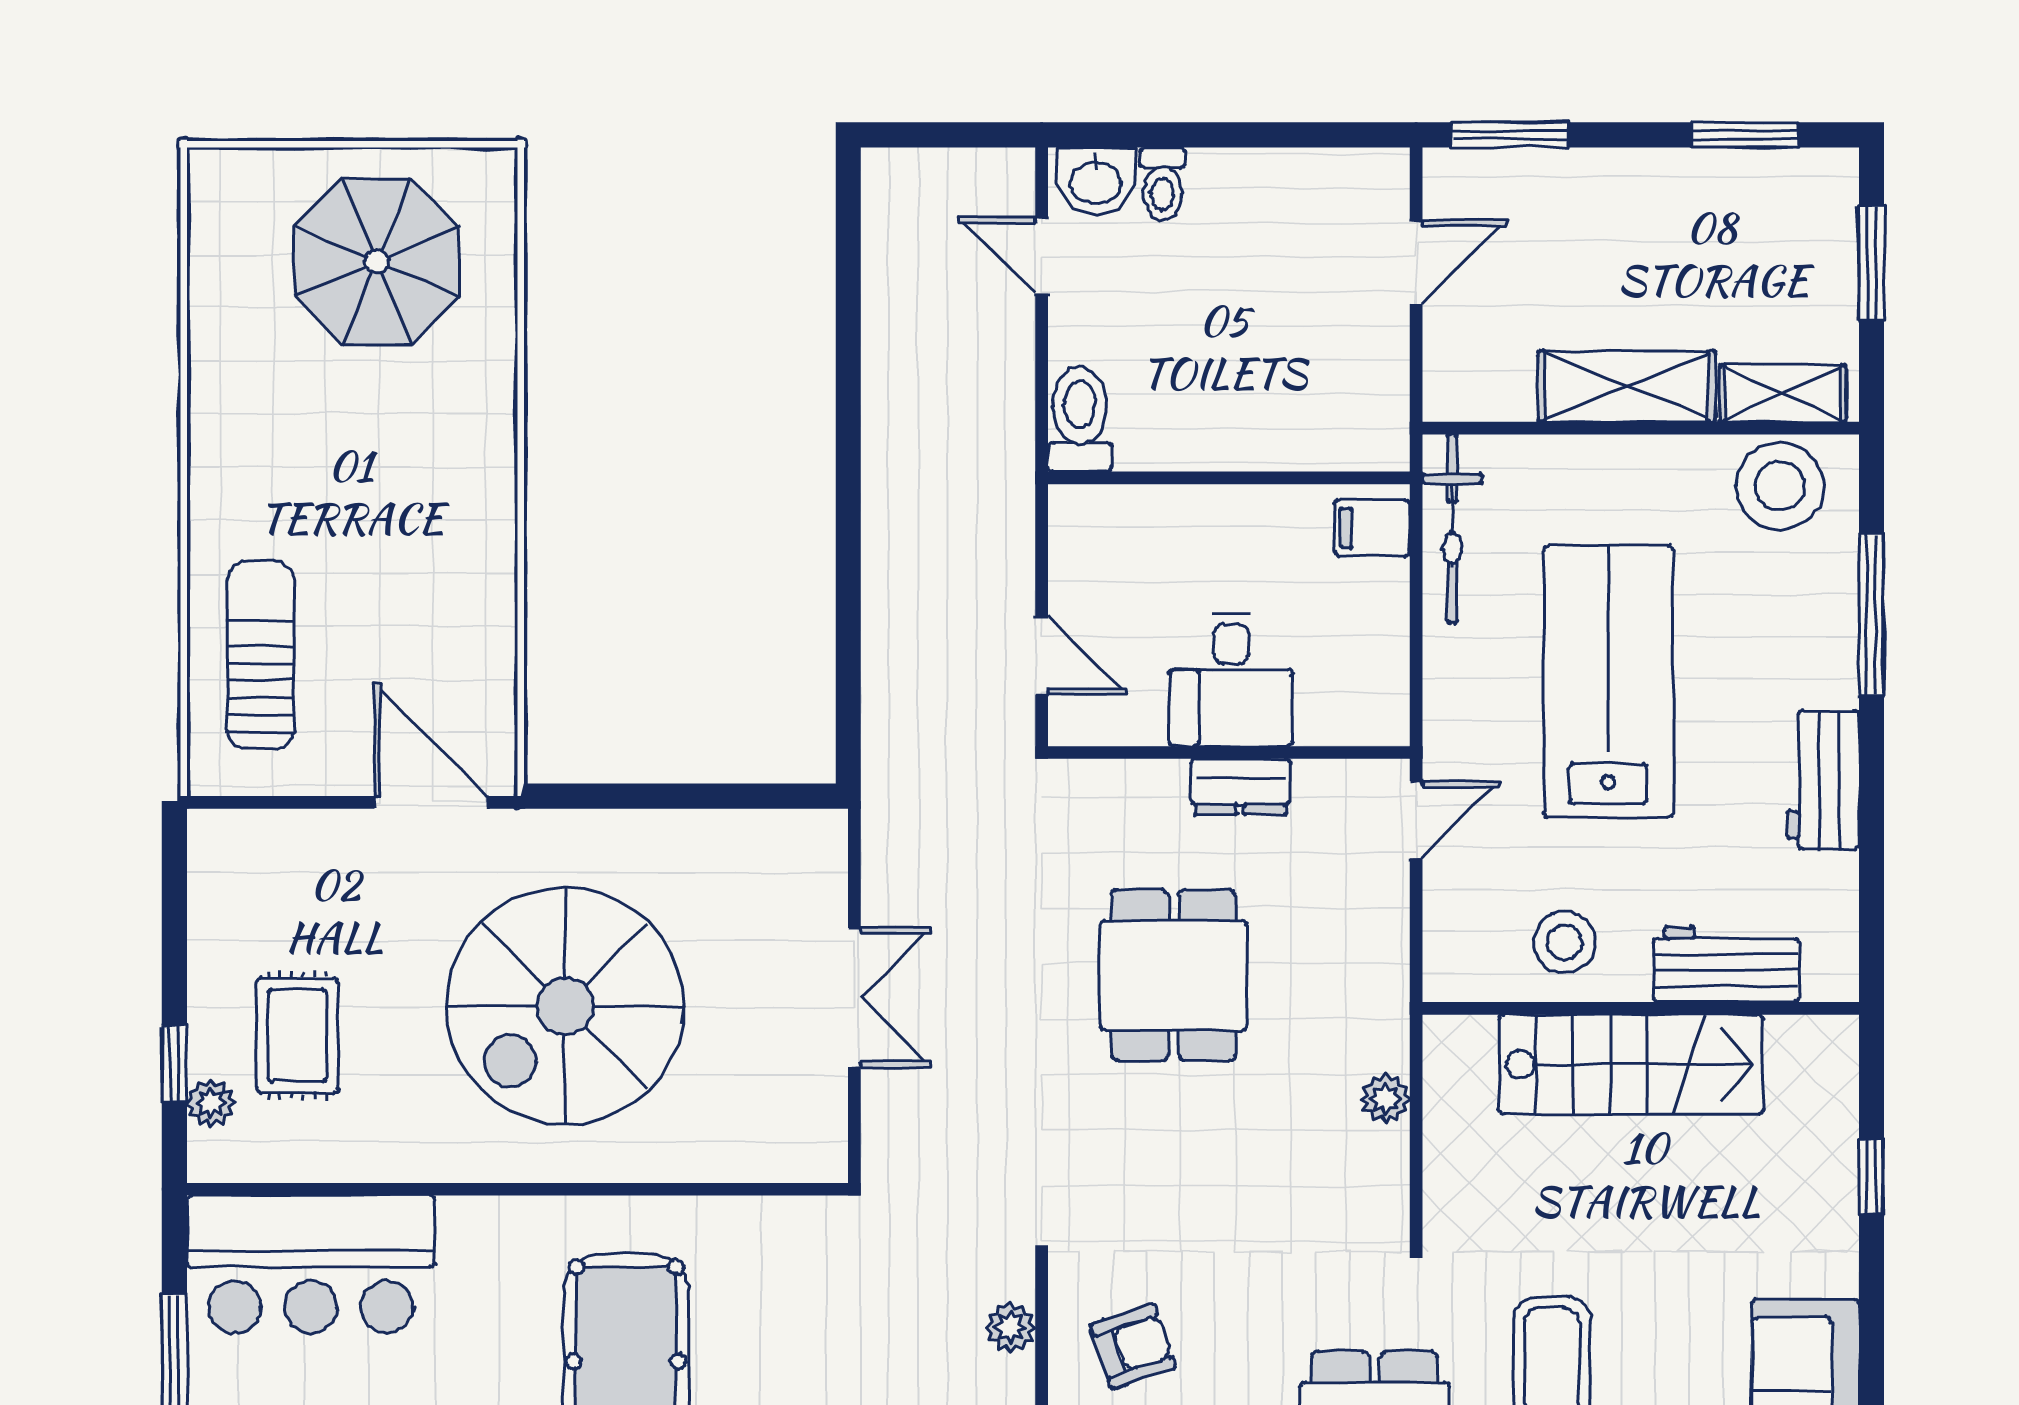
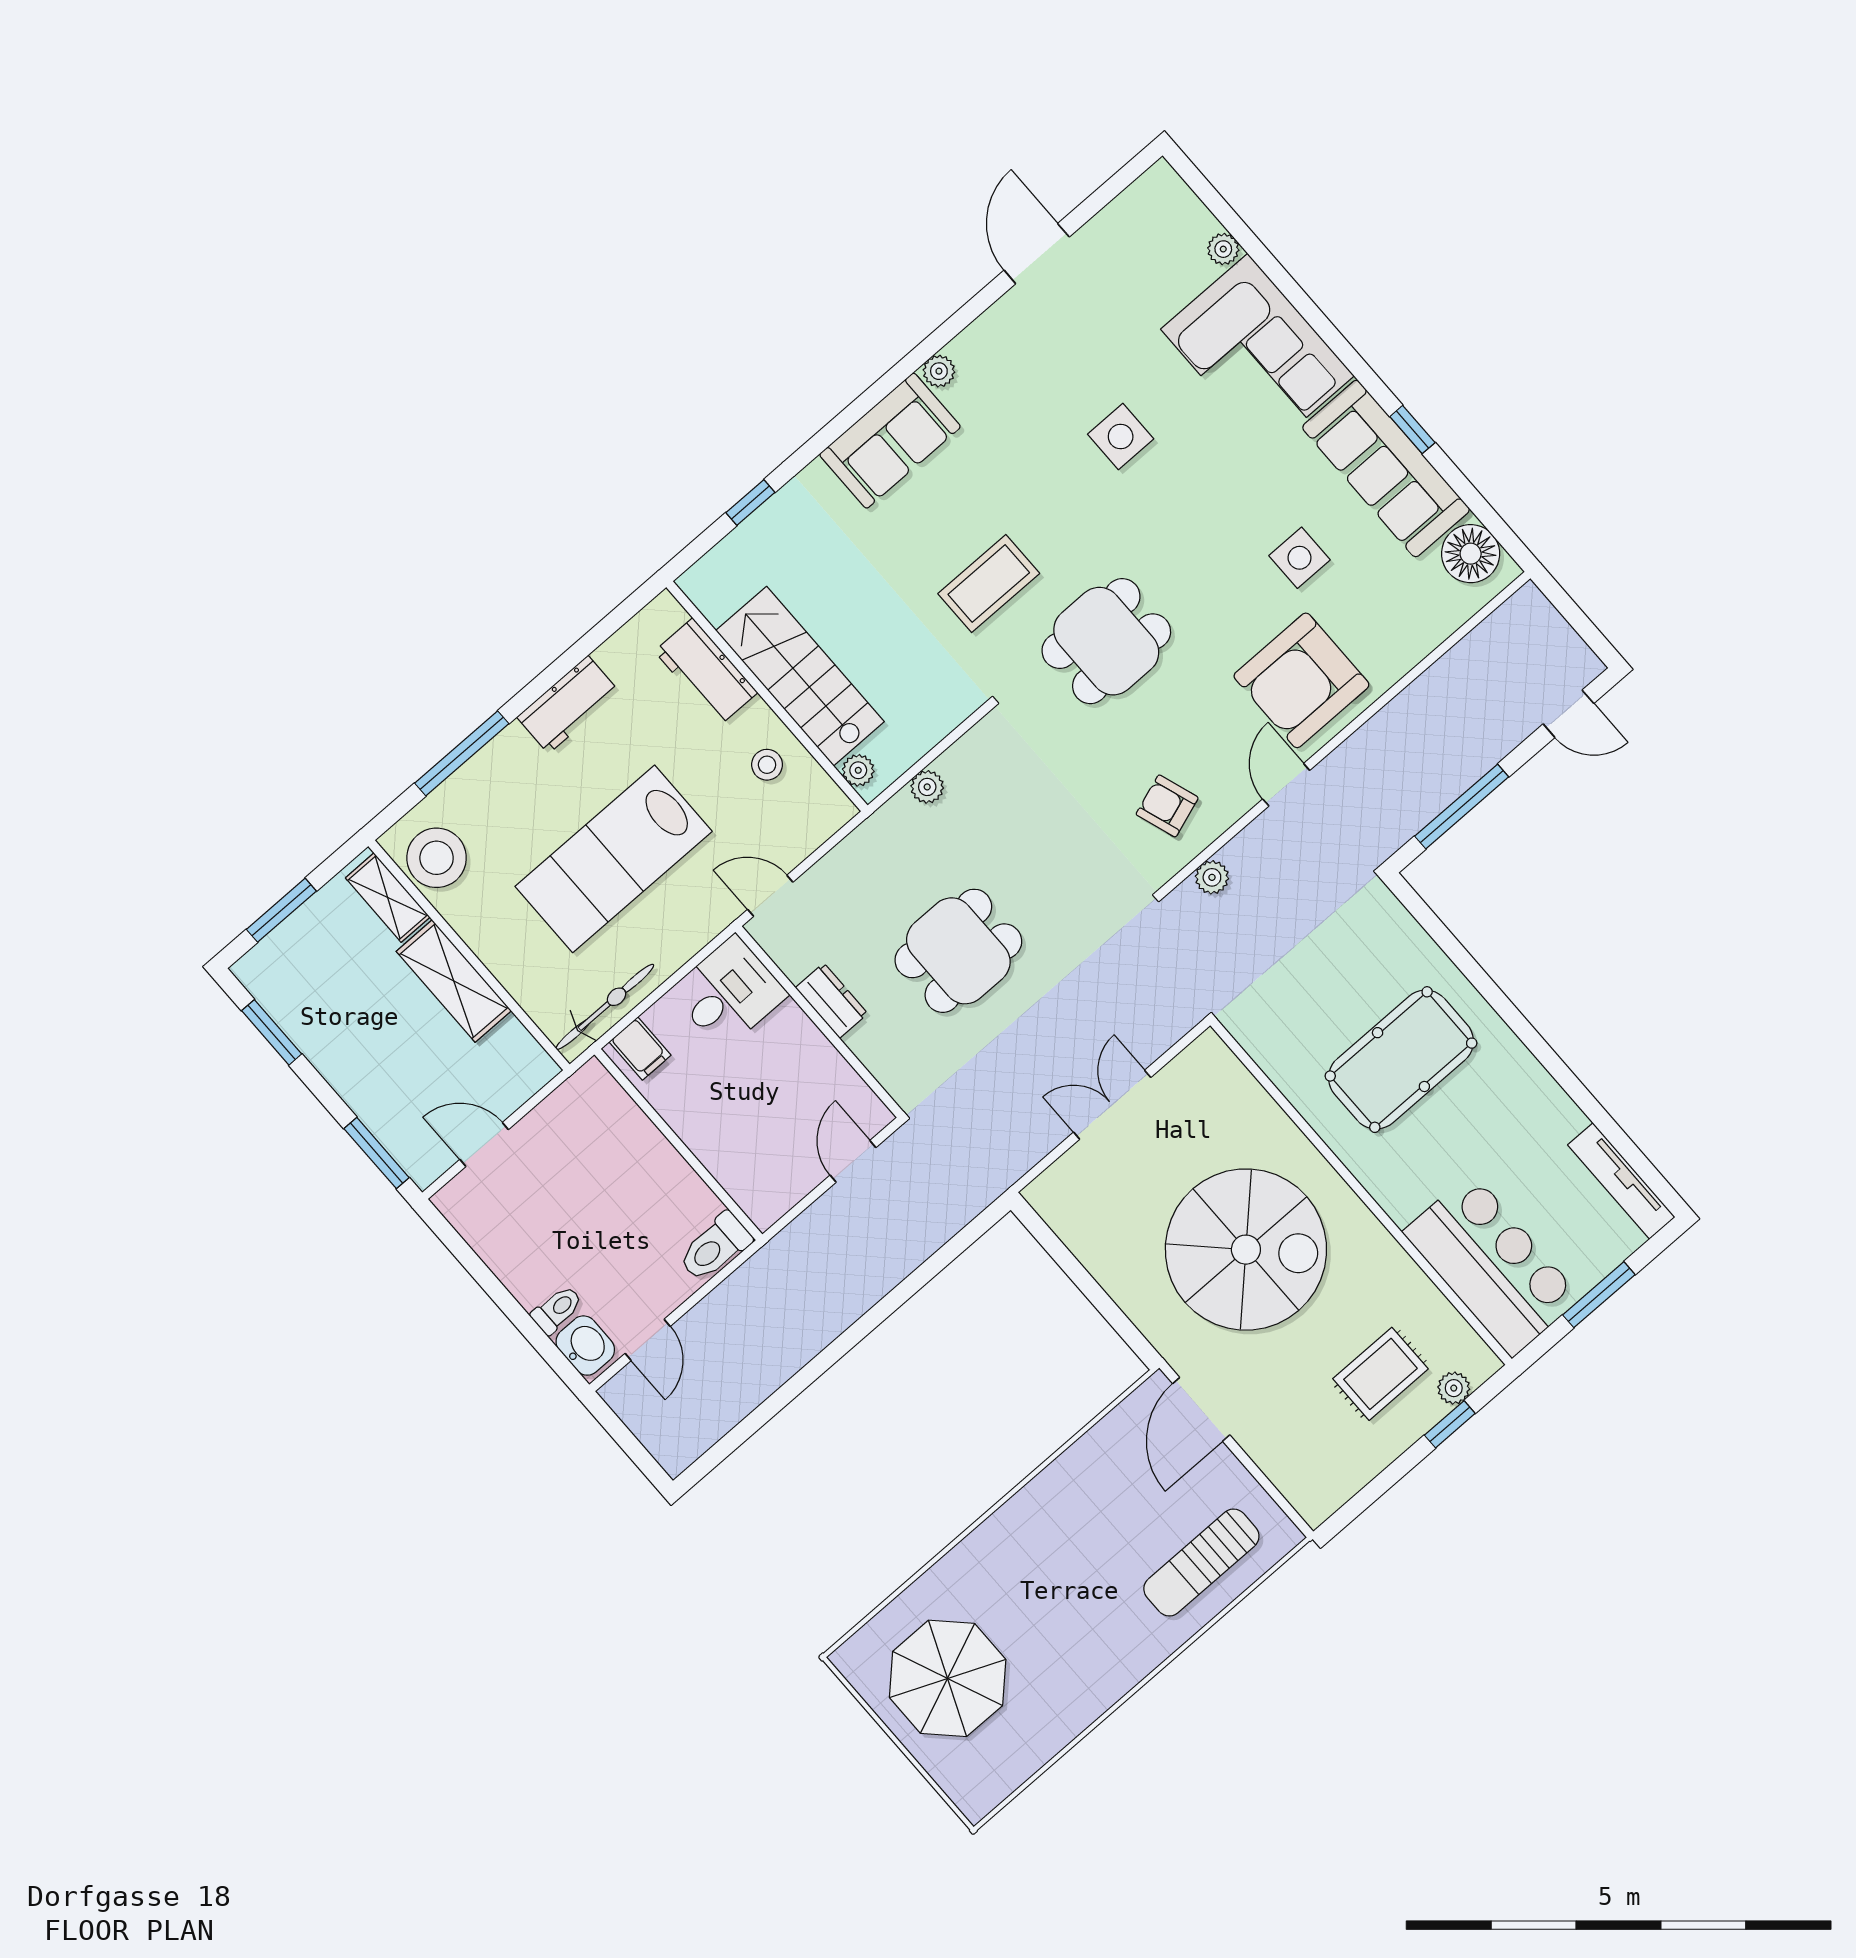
desk: (1231, 680) -> (729, 993), moved
stool: (1565, 942) -> (767, 765), width x0.73, depth x0.73
plant: (1470, 1038) -> (858, 770), added

